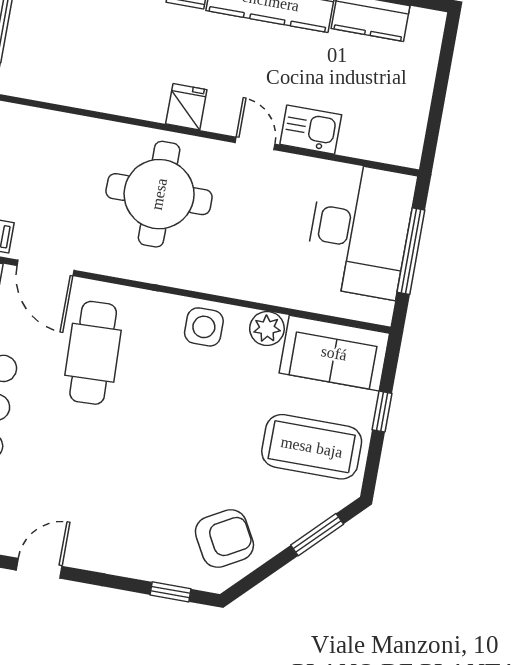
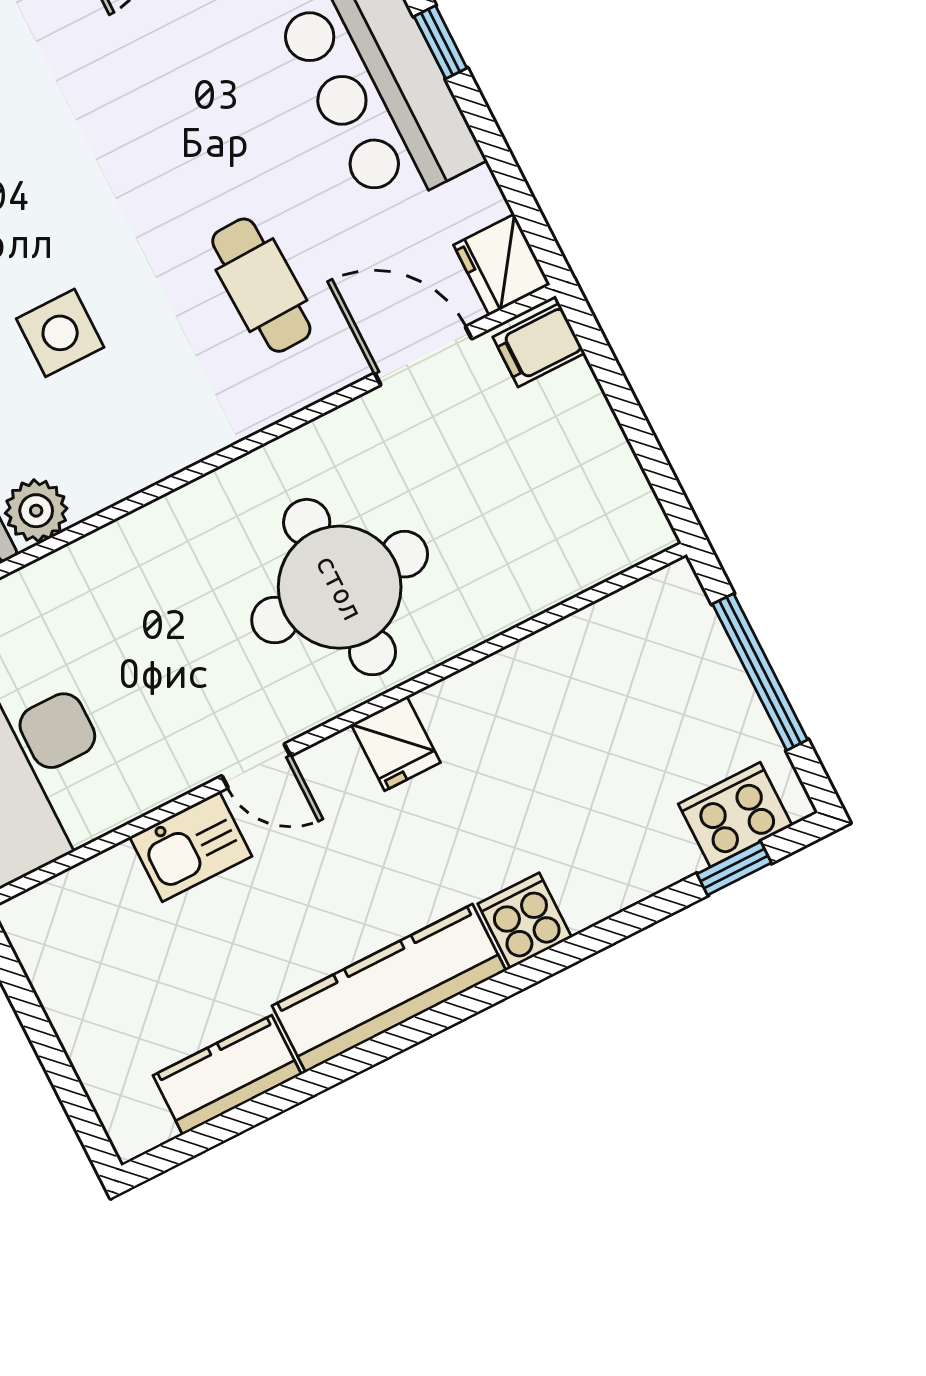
side table: (204, 327) -> (60, 333), moved
cafe table: (93, 353) -> (261, 285), width x0.73, depth x0.74

